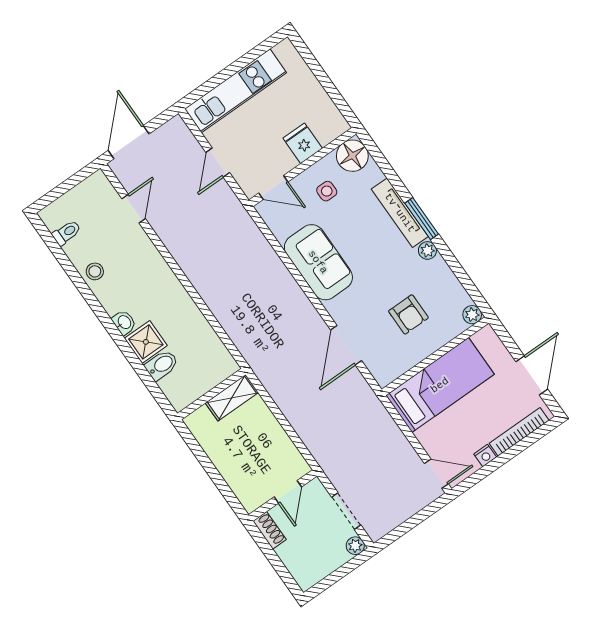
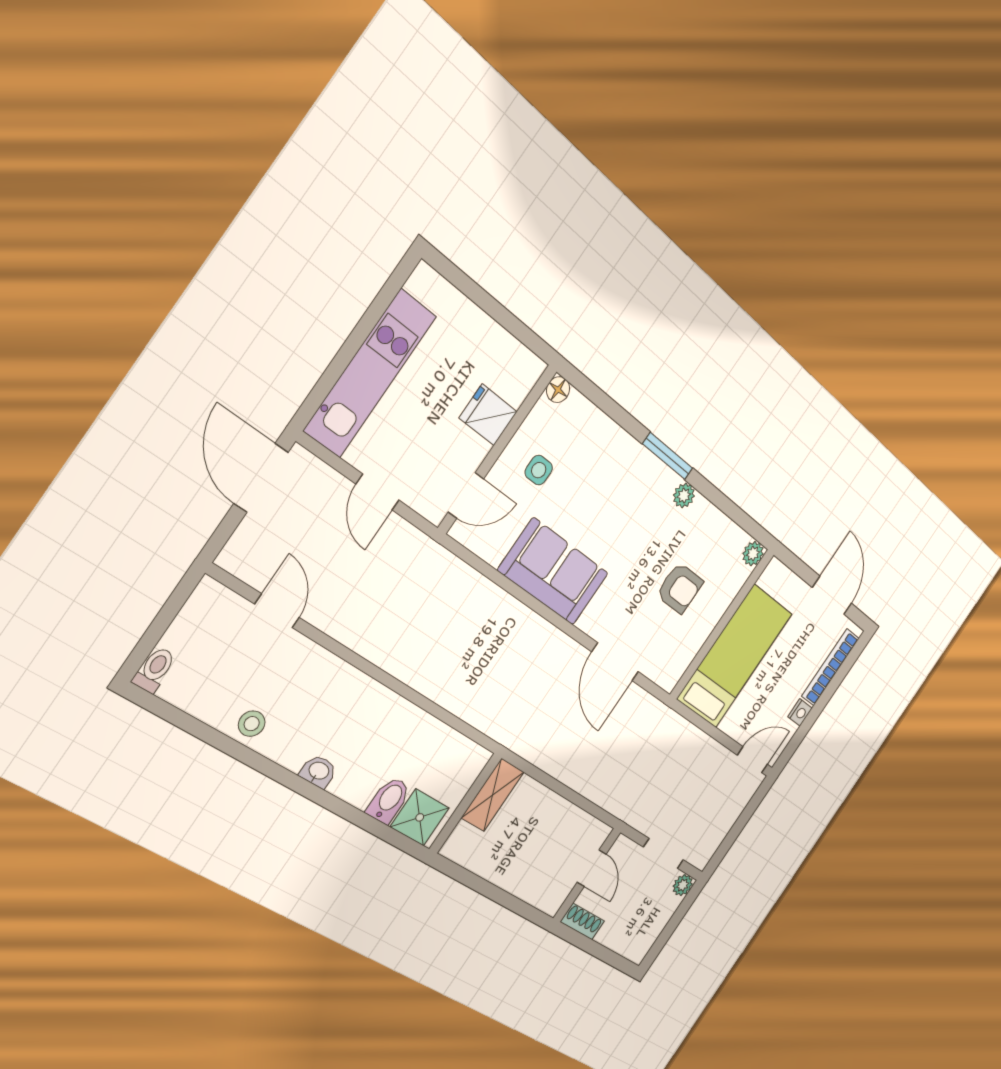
door: (129, 142) -> (261, 478), moved
floor lamp: (352, 156) -> (558, 390), width x0.53, depth x0.53
tv unit: (400, 213) -> (639, 460), removed
toilet: (67, 233) -> (154, 670), moved
shower: (146, 342) -> (420, 817), moved

